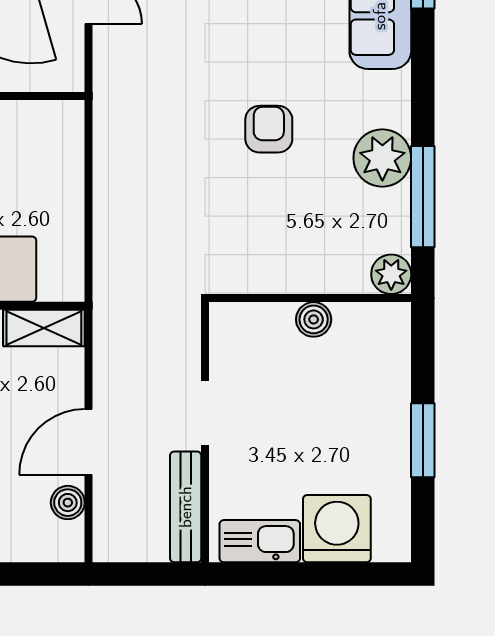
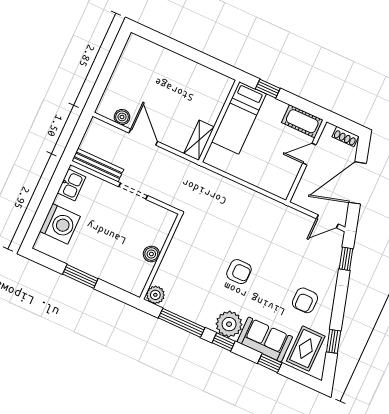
window: (423, 95) -> (224, 342), added
plant: (382, 158) -> (229, 324), moved
kitchen sink: (260, 541) -> (72, 185), width x0.73

